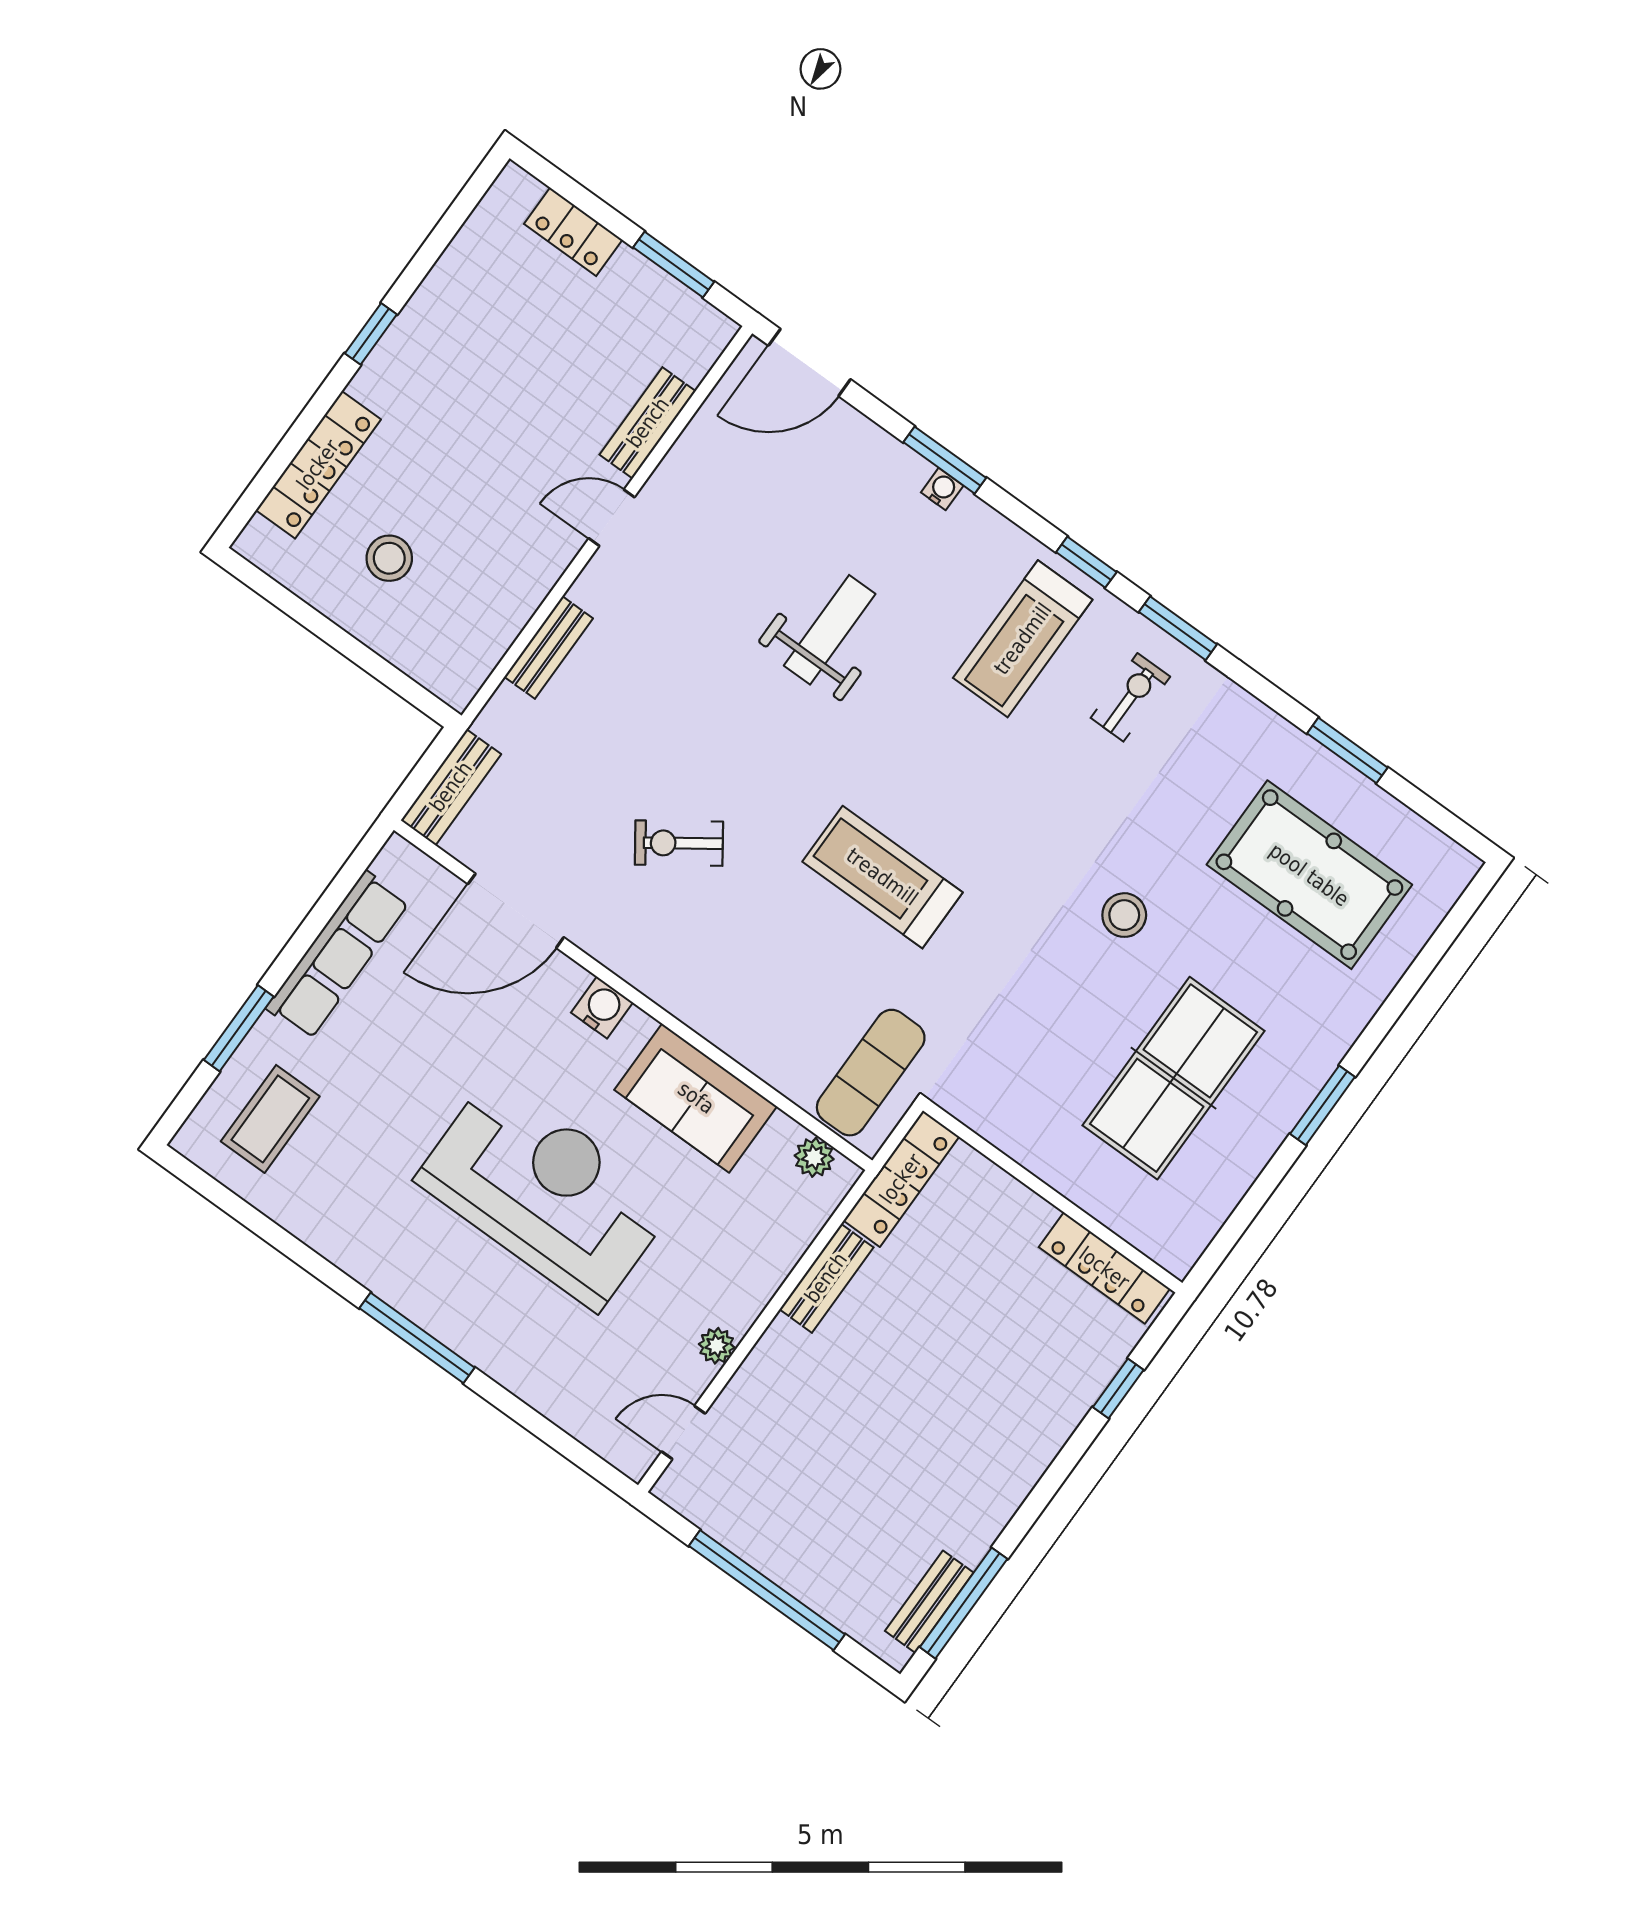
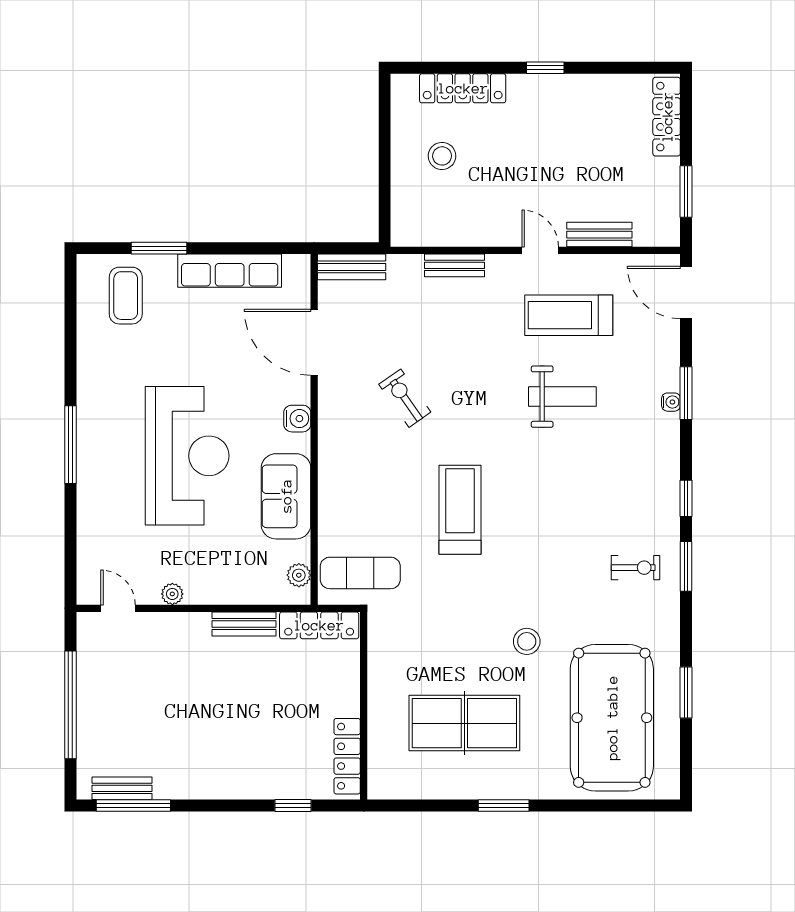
locker: (573, 232) -> (667, 117), width x1.53
treadmill: (1023, 639) -> (569, 315), moved
pool table: (1309, 875) -> (612, 718), width x1.36, depth x1.32
coffee table: (270, 1119) -> (126, 296), turned 90

